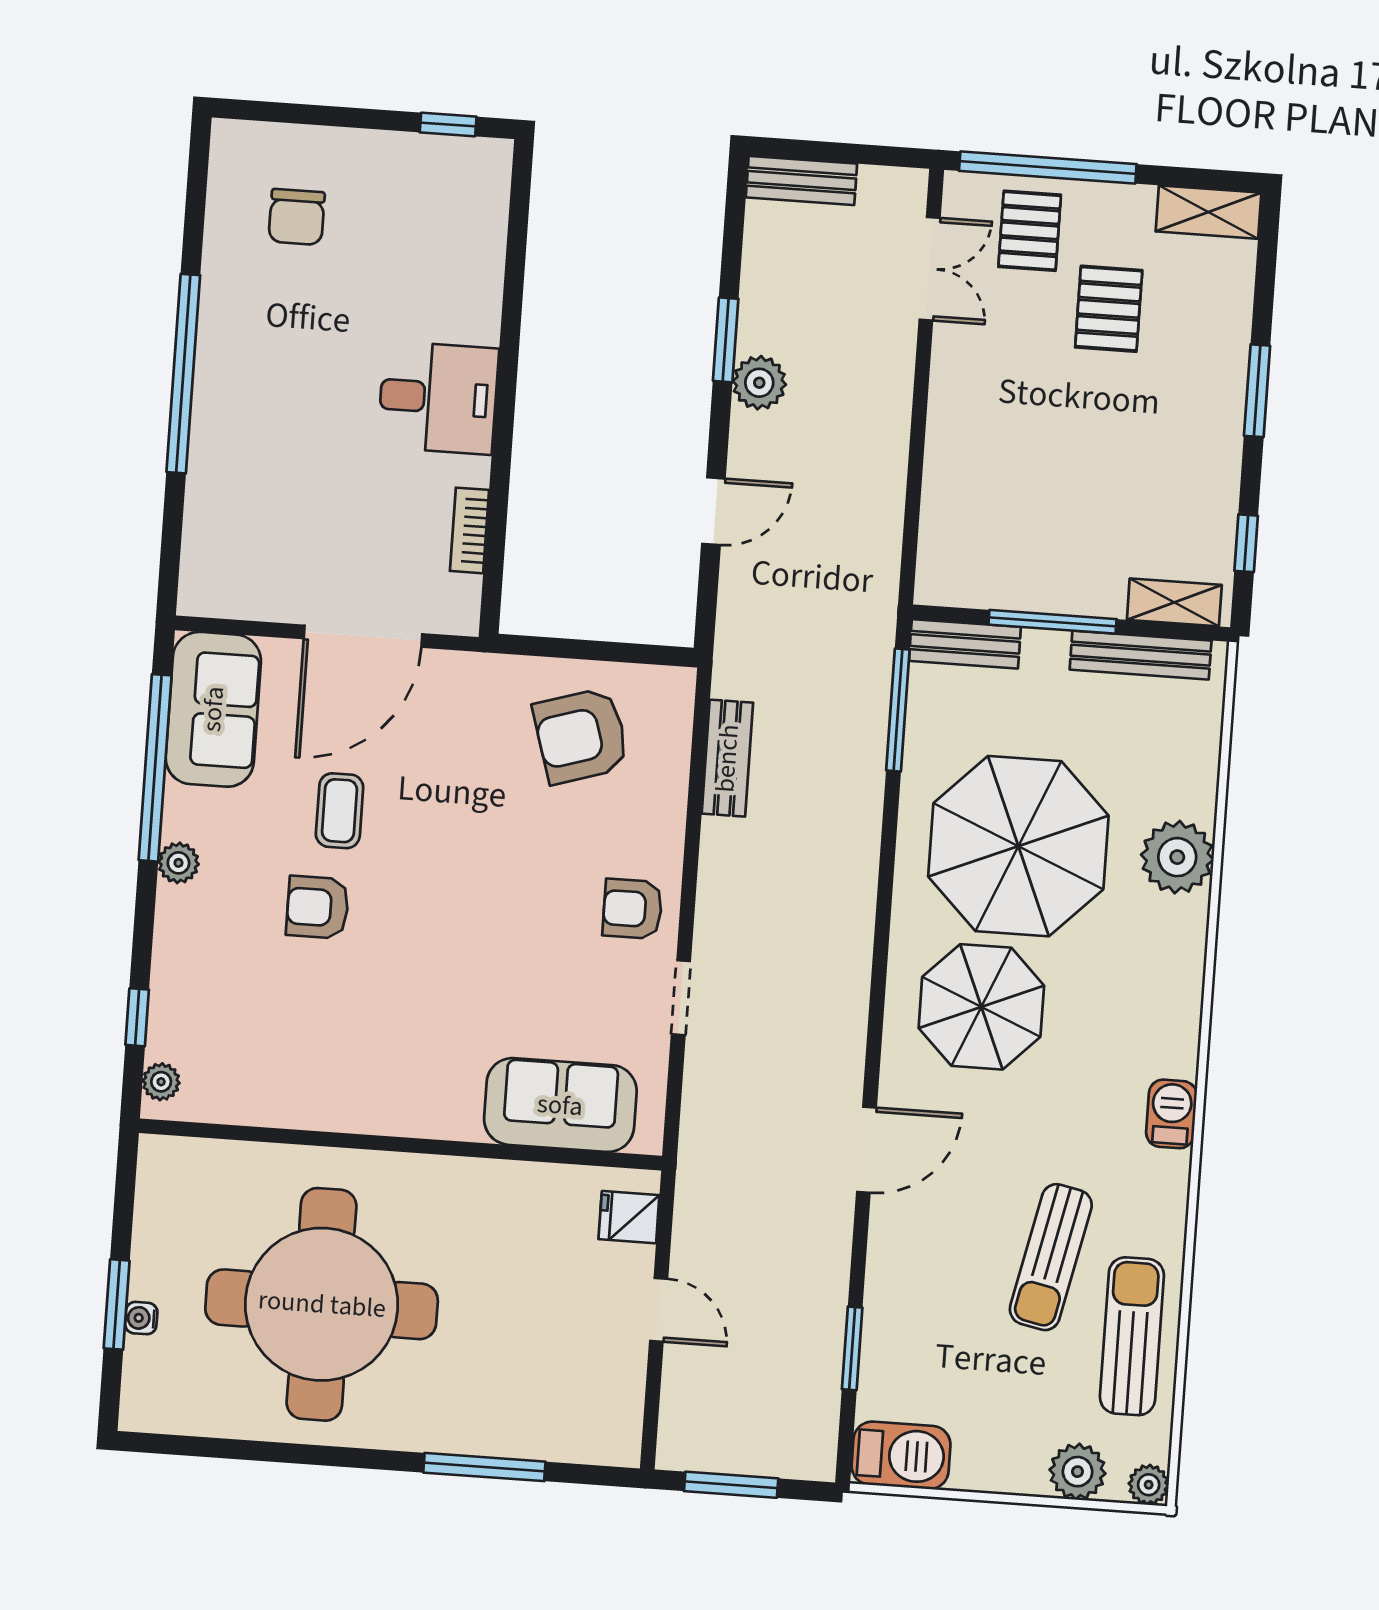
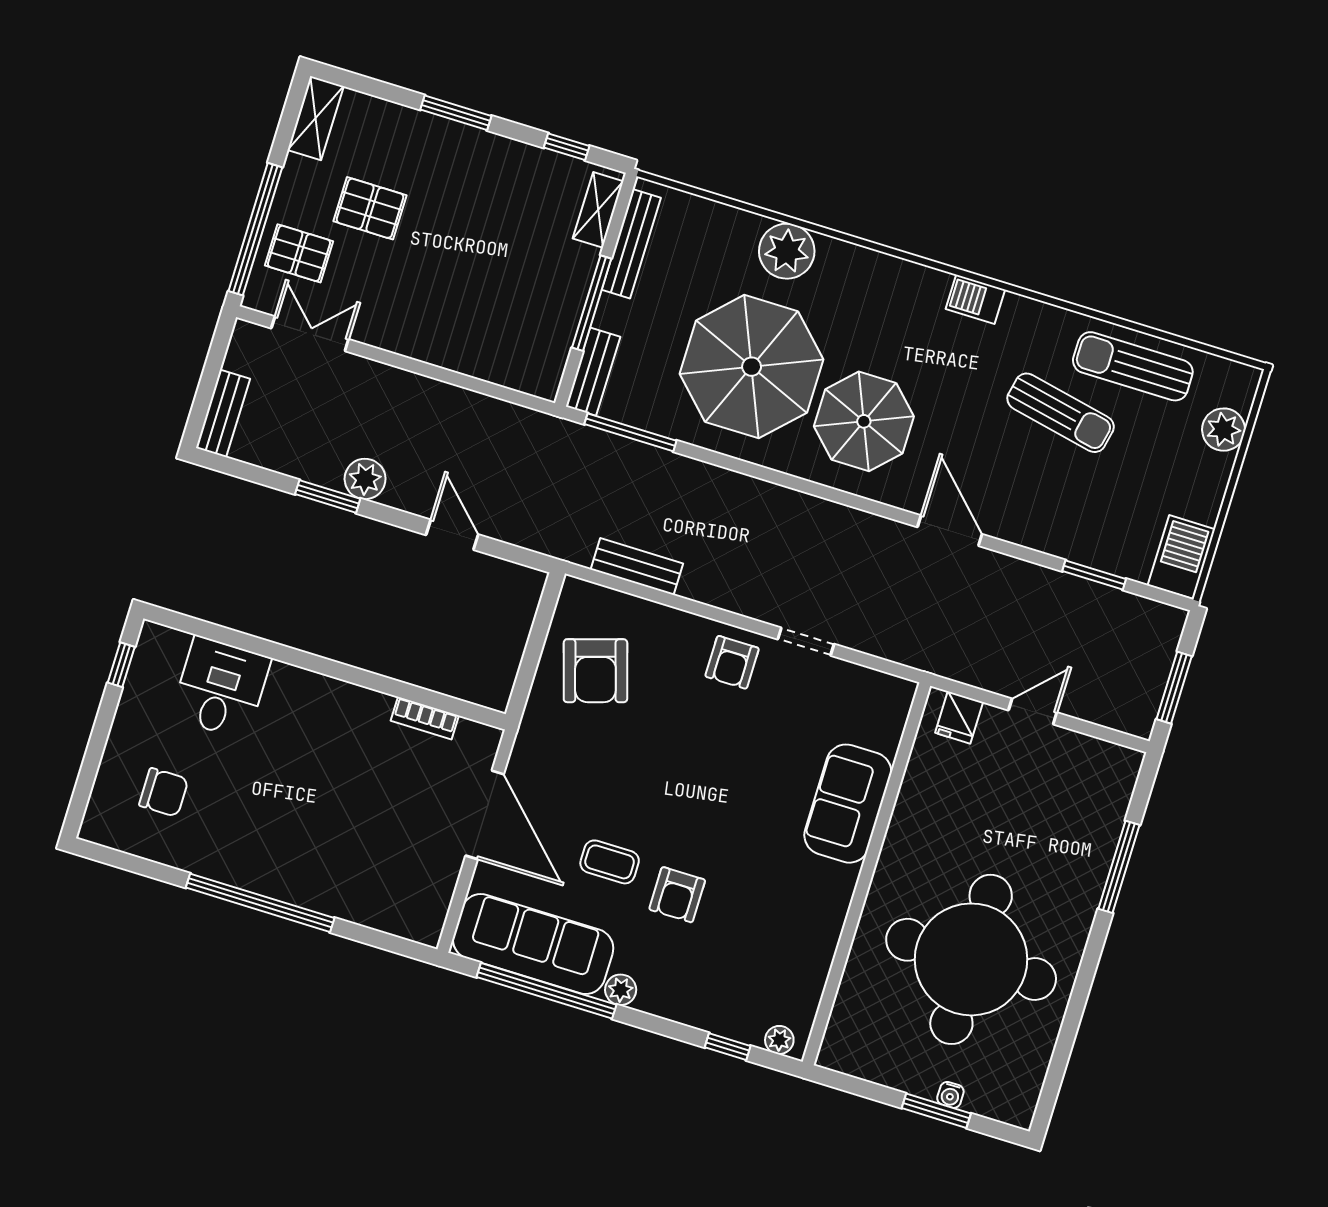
desk: (438, 398) -> (221, 688), moved
sofa: (213, 709) -> (533, 944), width x1.36
sofa: (560, 1105) -> (848, 804), moved
plant: (1149, 1485) -> (1245, 379), removed

